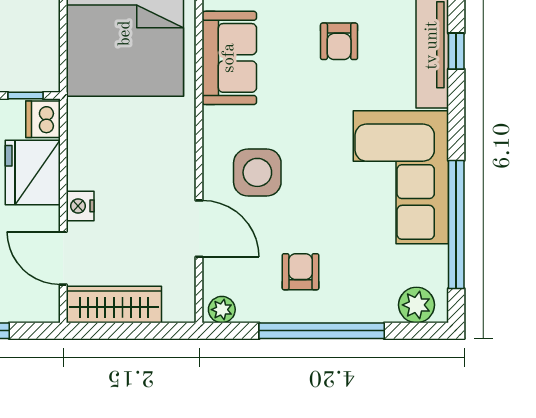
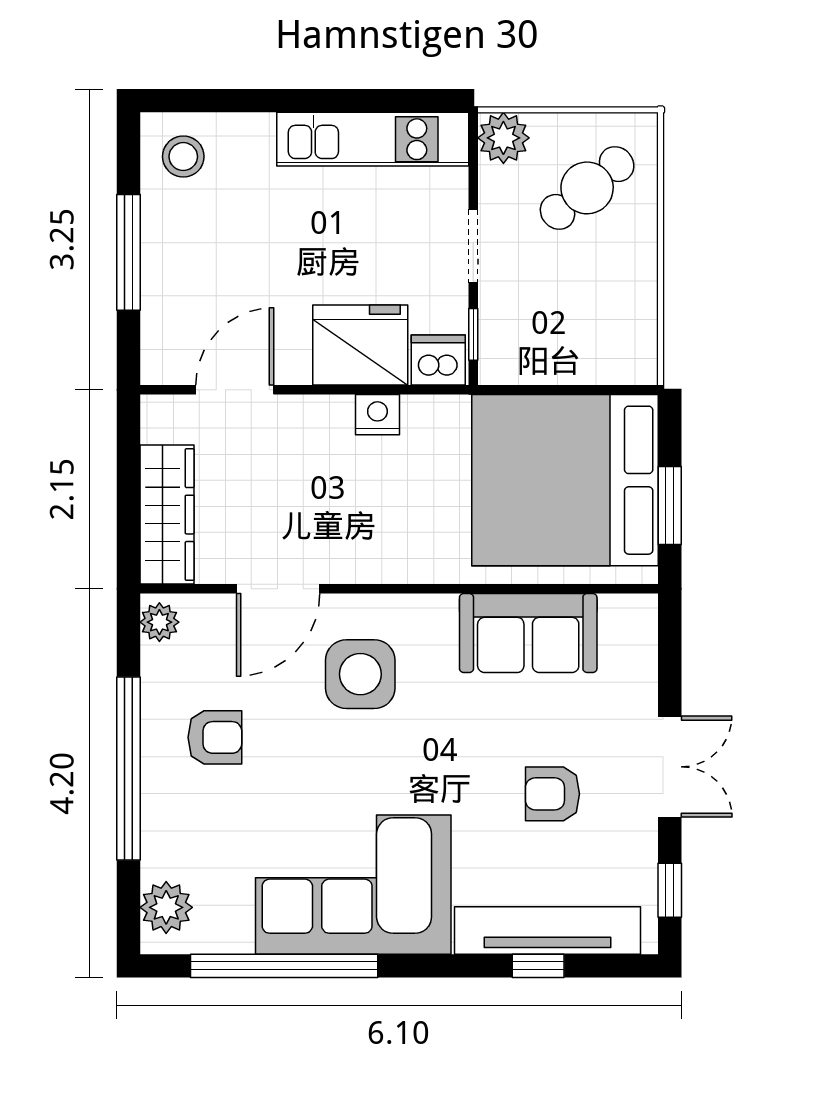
nightstand: (80, 206) -> (377, 415), moved
wardrobe: (114, 304) -> (167, 515), moved

